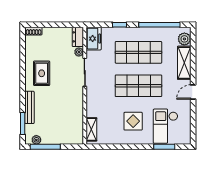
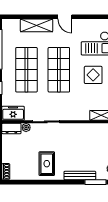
plant: (184, 39) -> (13, 25), removed
rug: (42, 73) -> (47, 164), turned 90

